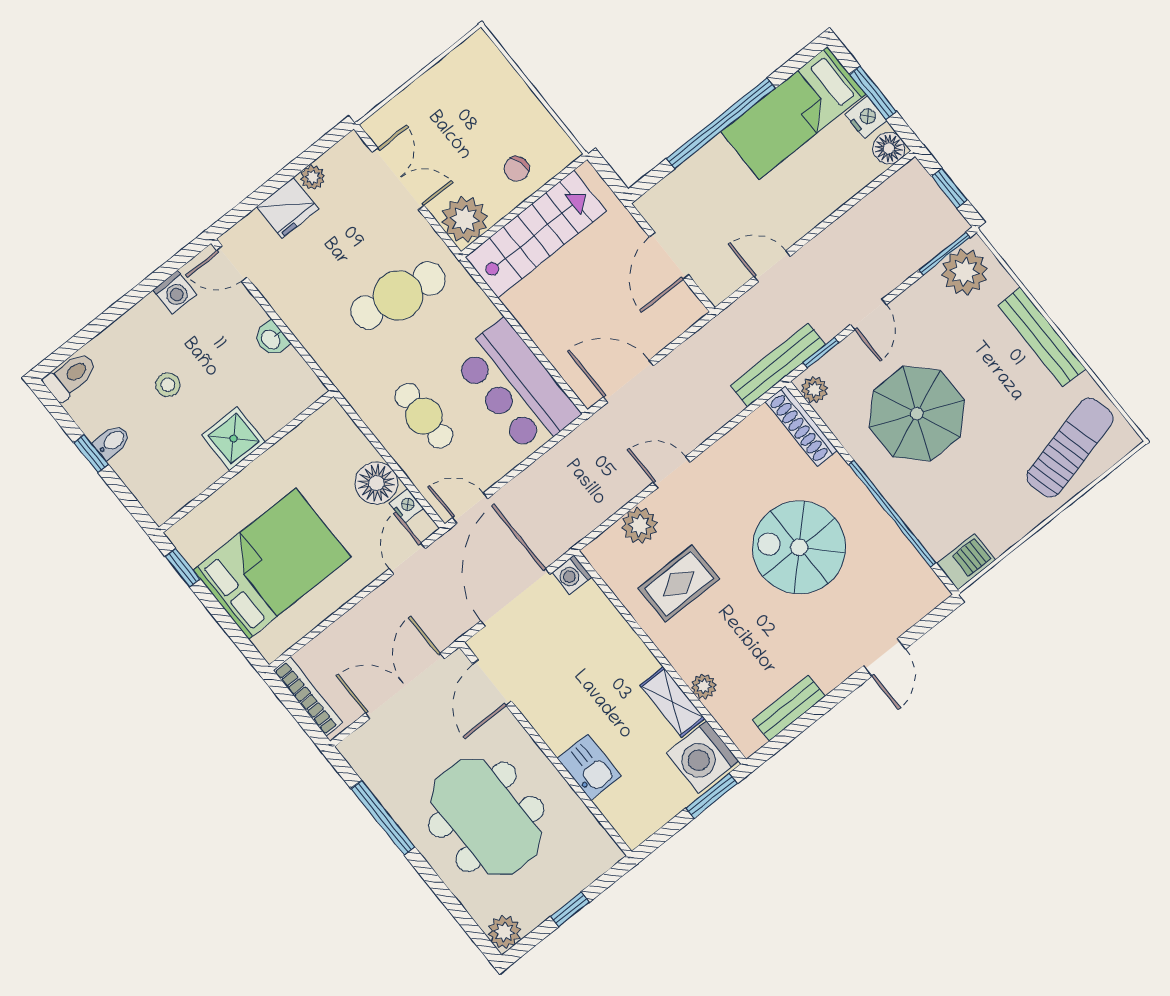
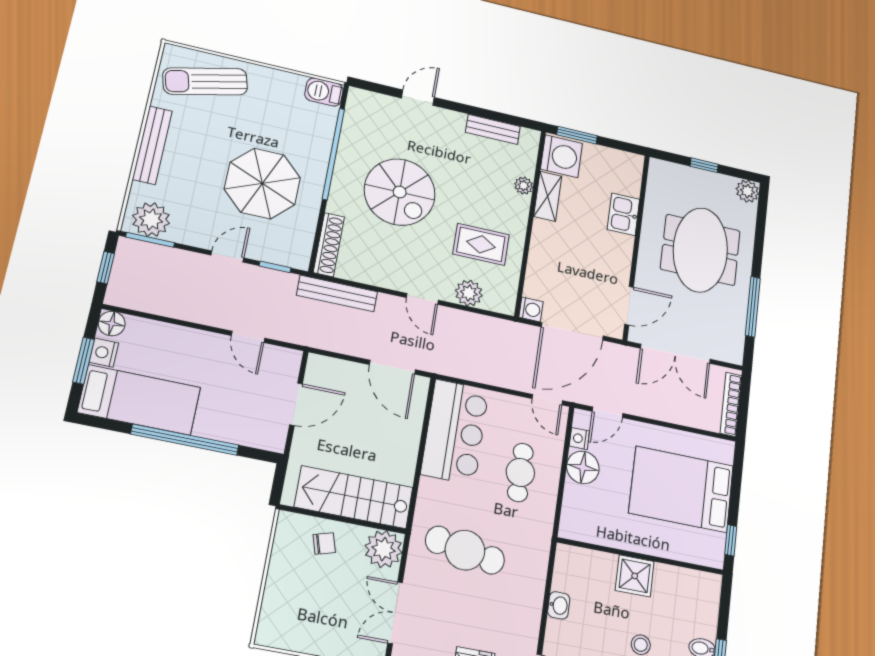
bench: (778, 365) -> (337, 293), moved
plant: (814, 390) -> (301, 254), removed

